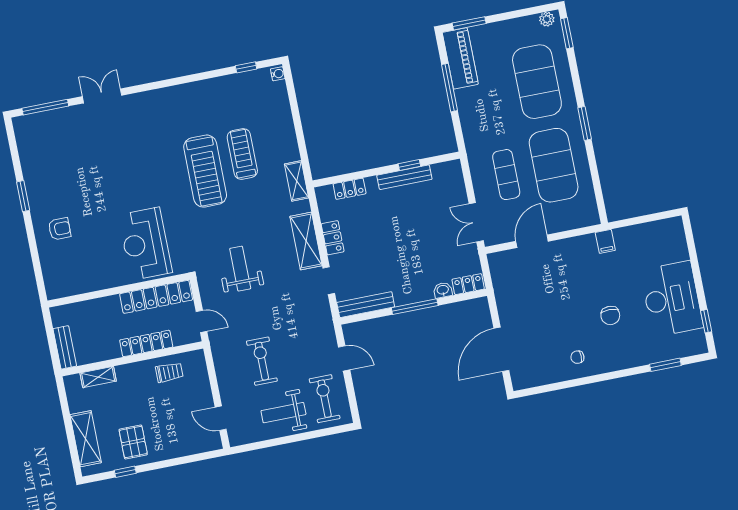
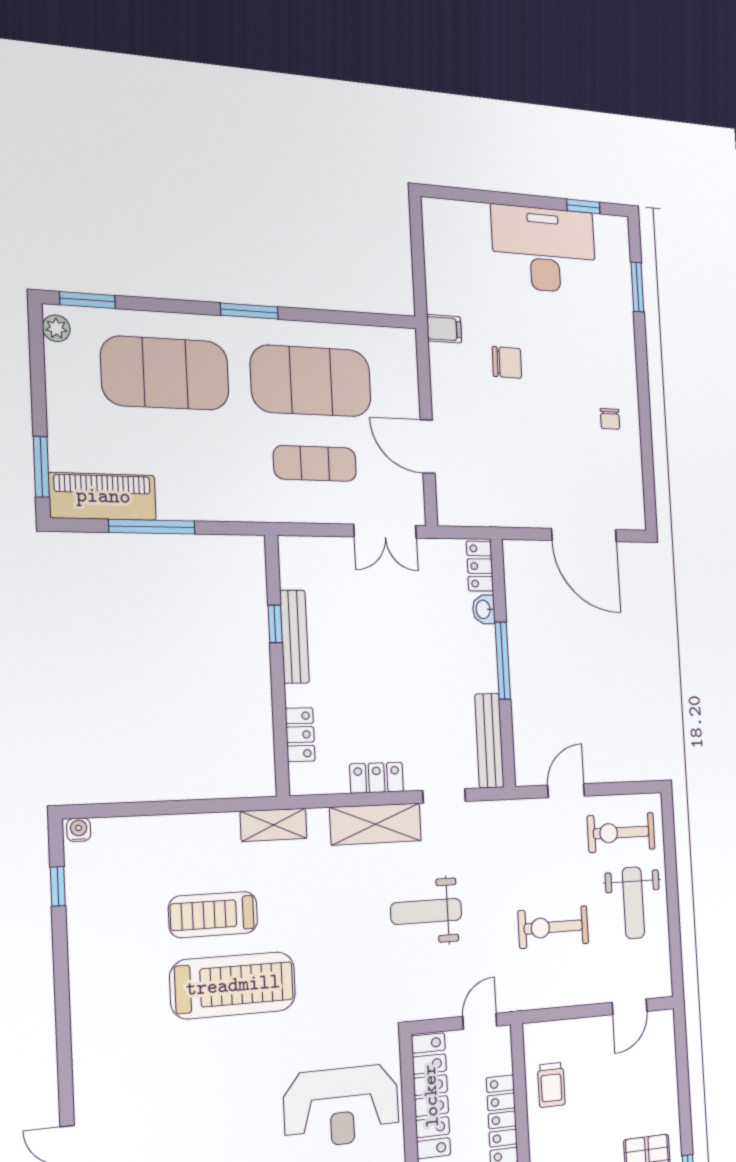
weight bench: (240, 269) -> (426, 911), moved
chair: (610, 315) -> (507, 362), moved
trolley: (169, 372) -> (551, 1085), turned 180

